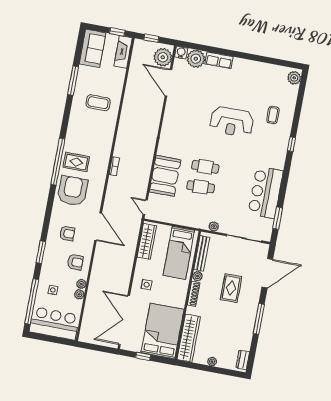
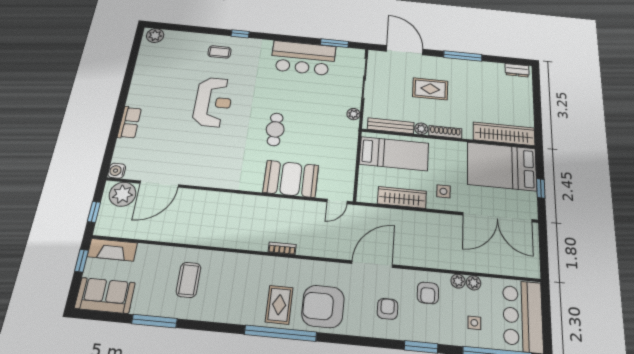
plant: (196, 59) -> (126, 151), removed
coffee table: (273, 115) -> (219, 52), moved
cafe table: (201, 187) -> (302, 133), removed
wardrobe: (147, 241) -> (402, 197), moved
armchair: (75, 262) -> (428, 293), turned 180
plant: (212, 362) -> (527, 104), removed

